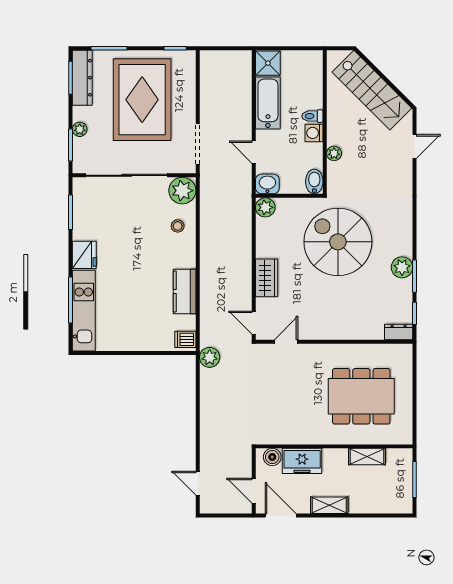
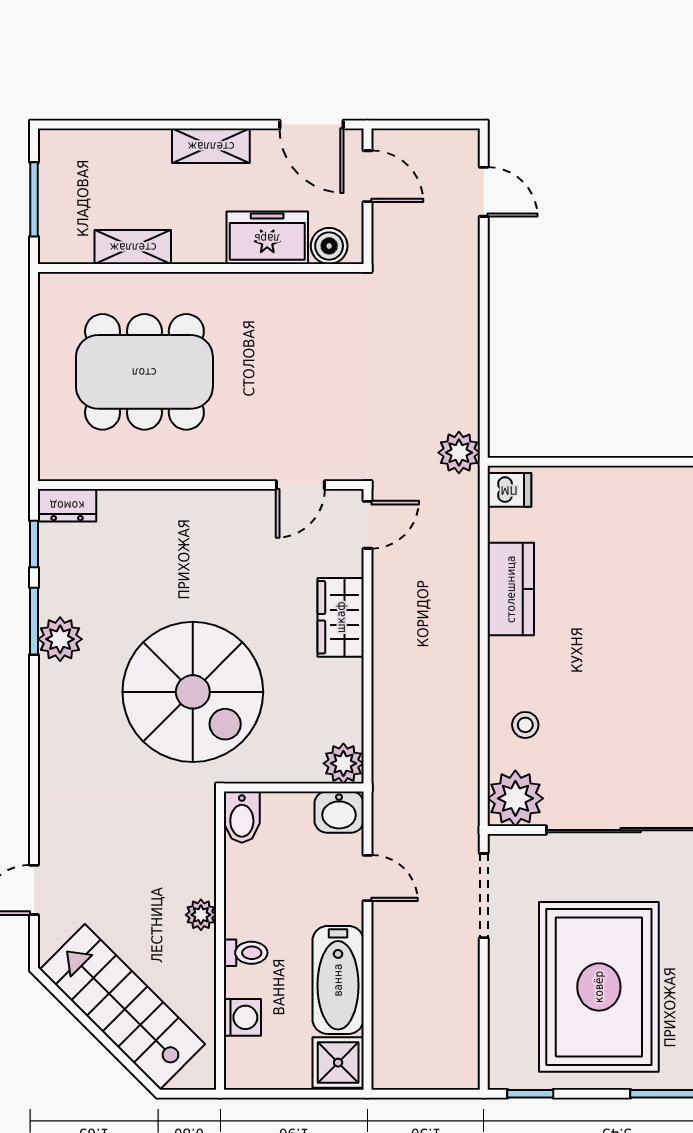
washing machine: (314, 133) -> (242, 1017), moved
plant: (334, 153) -> (201, 915), moved
door: (254, 323) -> (367, 525), hinge flipped

